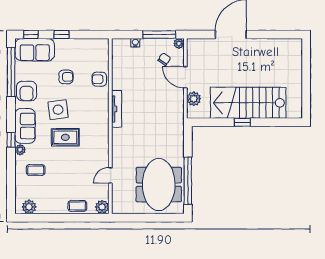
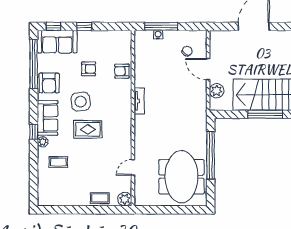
window: (159, 35) -> (161, 26), moved
plant: (179, 43) -> (202, 35), removed
tv unit: (117, 109) -> (139, 101), width x0.71
window: (242, 122) -> (265, 114), width x2.17
window: (188, 181) -> (211, 155), moved
plant: (29, 207) -> (52, 199), removed

